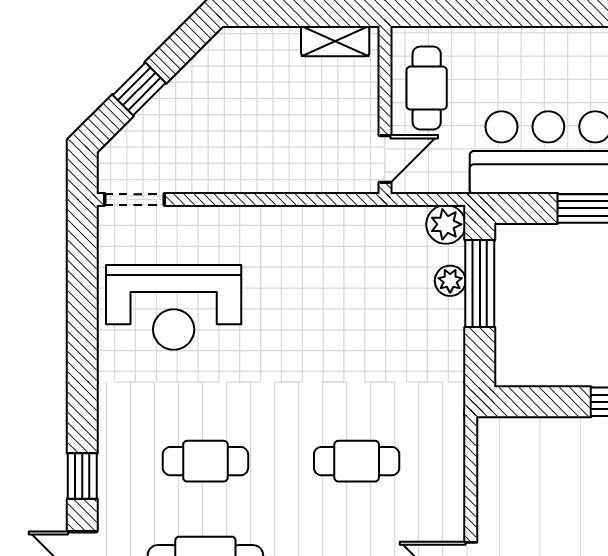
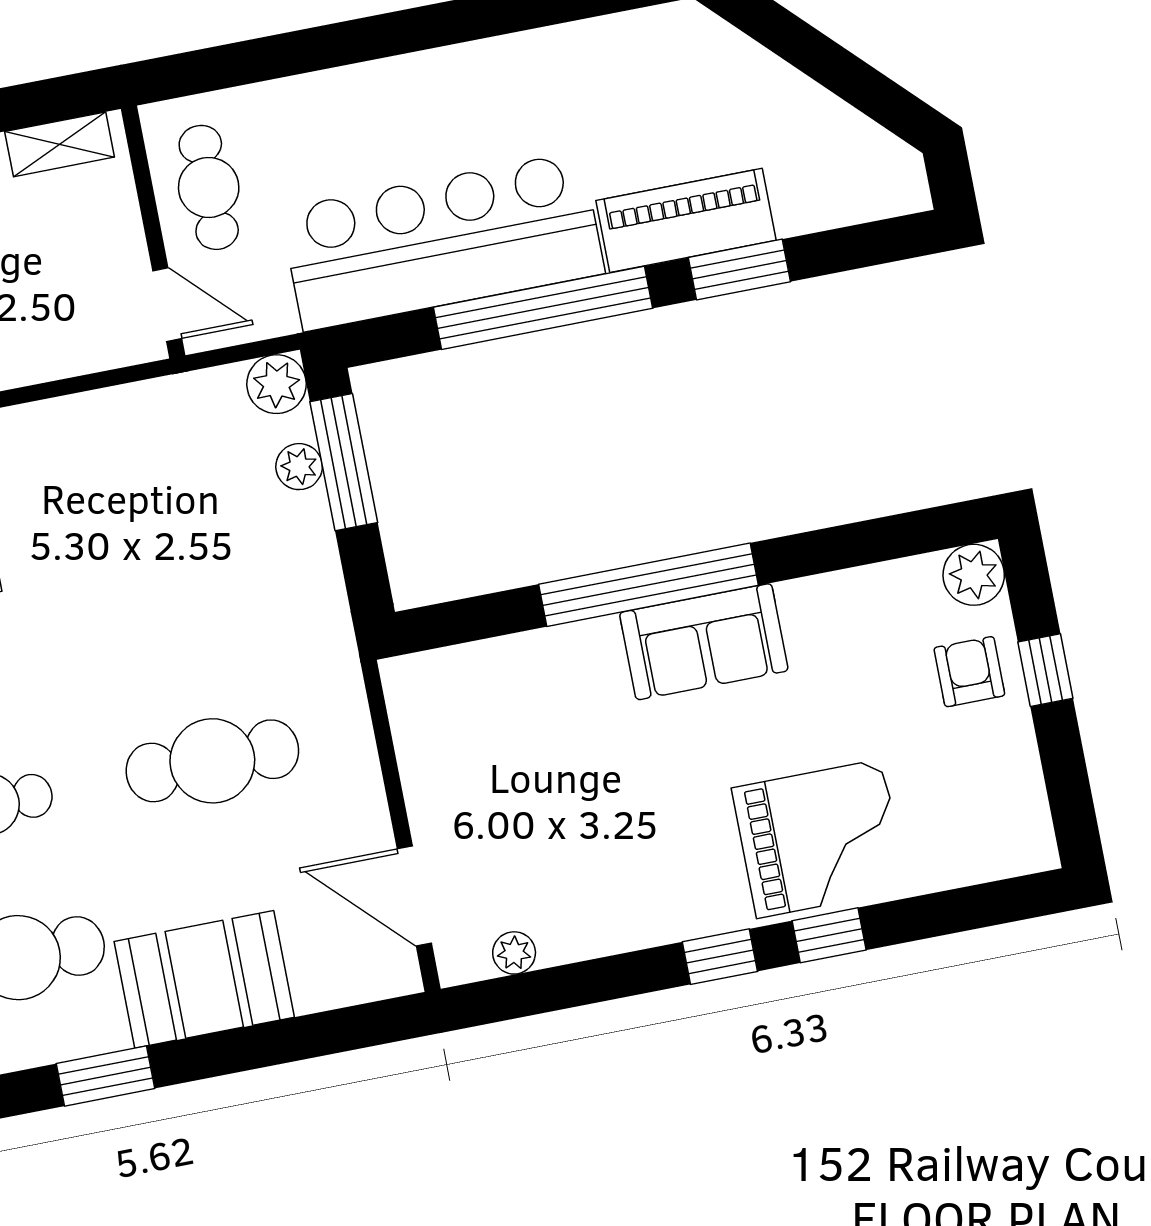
door: (385, 159) -> (167, 305), hinge flipped
cafe table: (357, 461) -> (212, 761), width x1.37, depth x1.35

